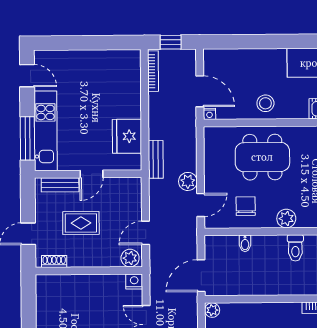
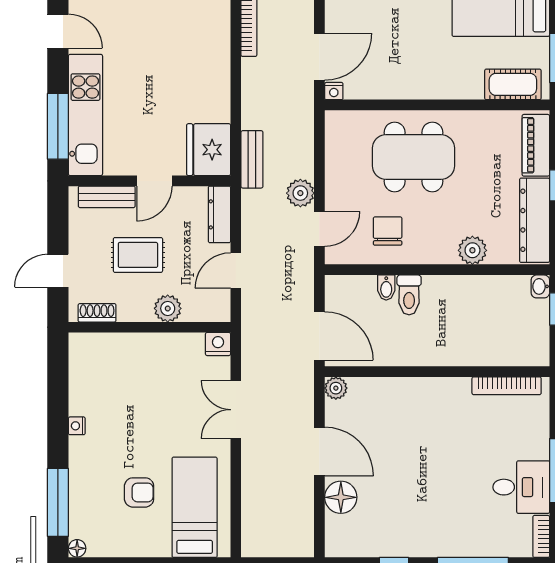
door: (200, 91) -> (319, 57), hinge flipped
stool: (265, 103) -> (419, 76), removed
fridge: (127, 136) -> (209, 150), moved
dresser: (135, 196) -> (219, 214), added
plant: (286, 219) -> (472, 250), moved
toilet: (295, 248) -> (409, 295), moved
plant: (130, 258) -> (168, 308), moved
door: (201, 276) -> (319, 336), swing flipped

